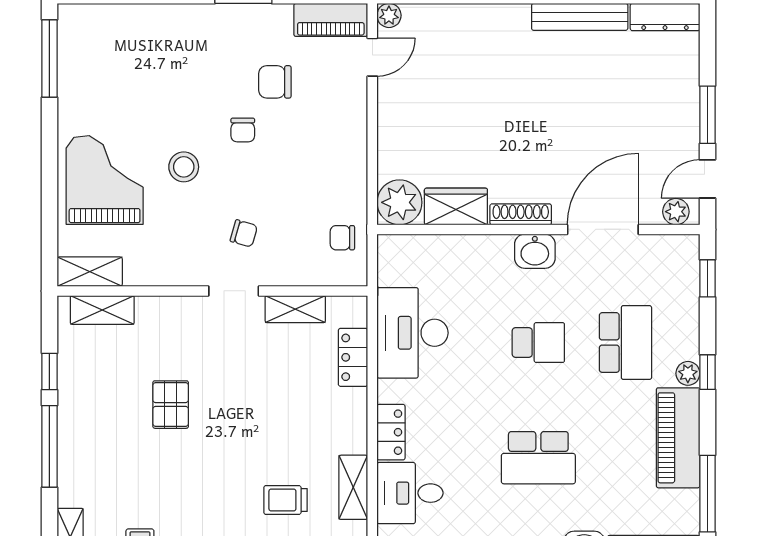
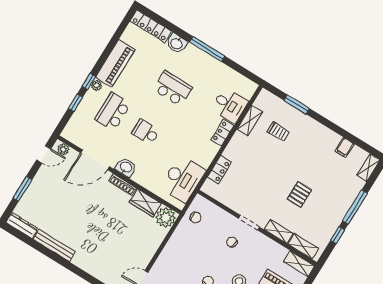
window: (707, 115) -> (22, 189), moved
window: (707, 278) -> (75, 103), moved
shelving: (295, 309) -> (279, 231), moved
desk: (412, 333) -> (183, 179), moved
window: (707, 494) -> (117, 35), removed

